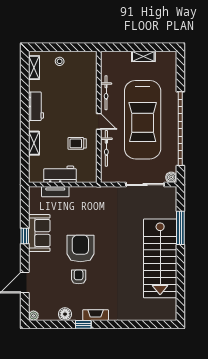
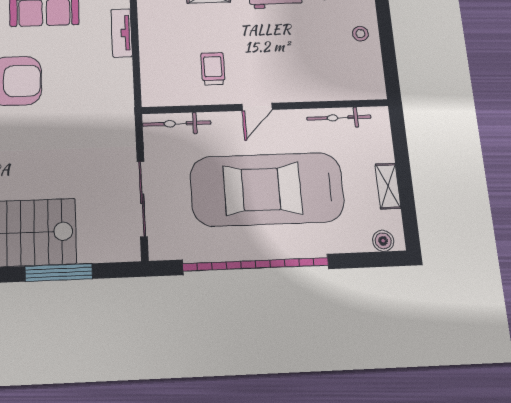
bicycle: (106, 93) -> (339, 118), moved
bicycle: (106, 148) -> (177, 124), moved
workbench: (60, 174) -> (154, 40), removed
boiler: (171, 177) -> (383, 241), moved

